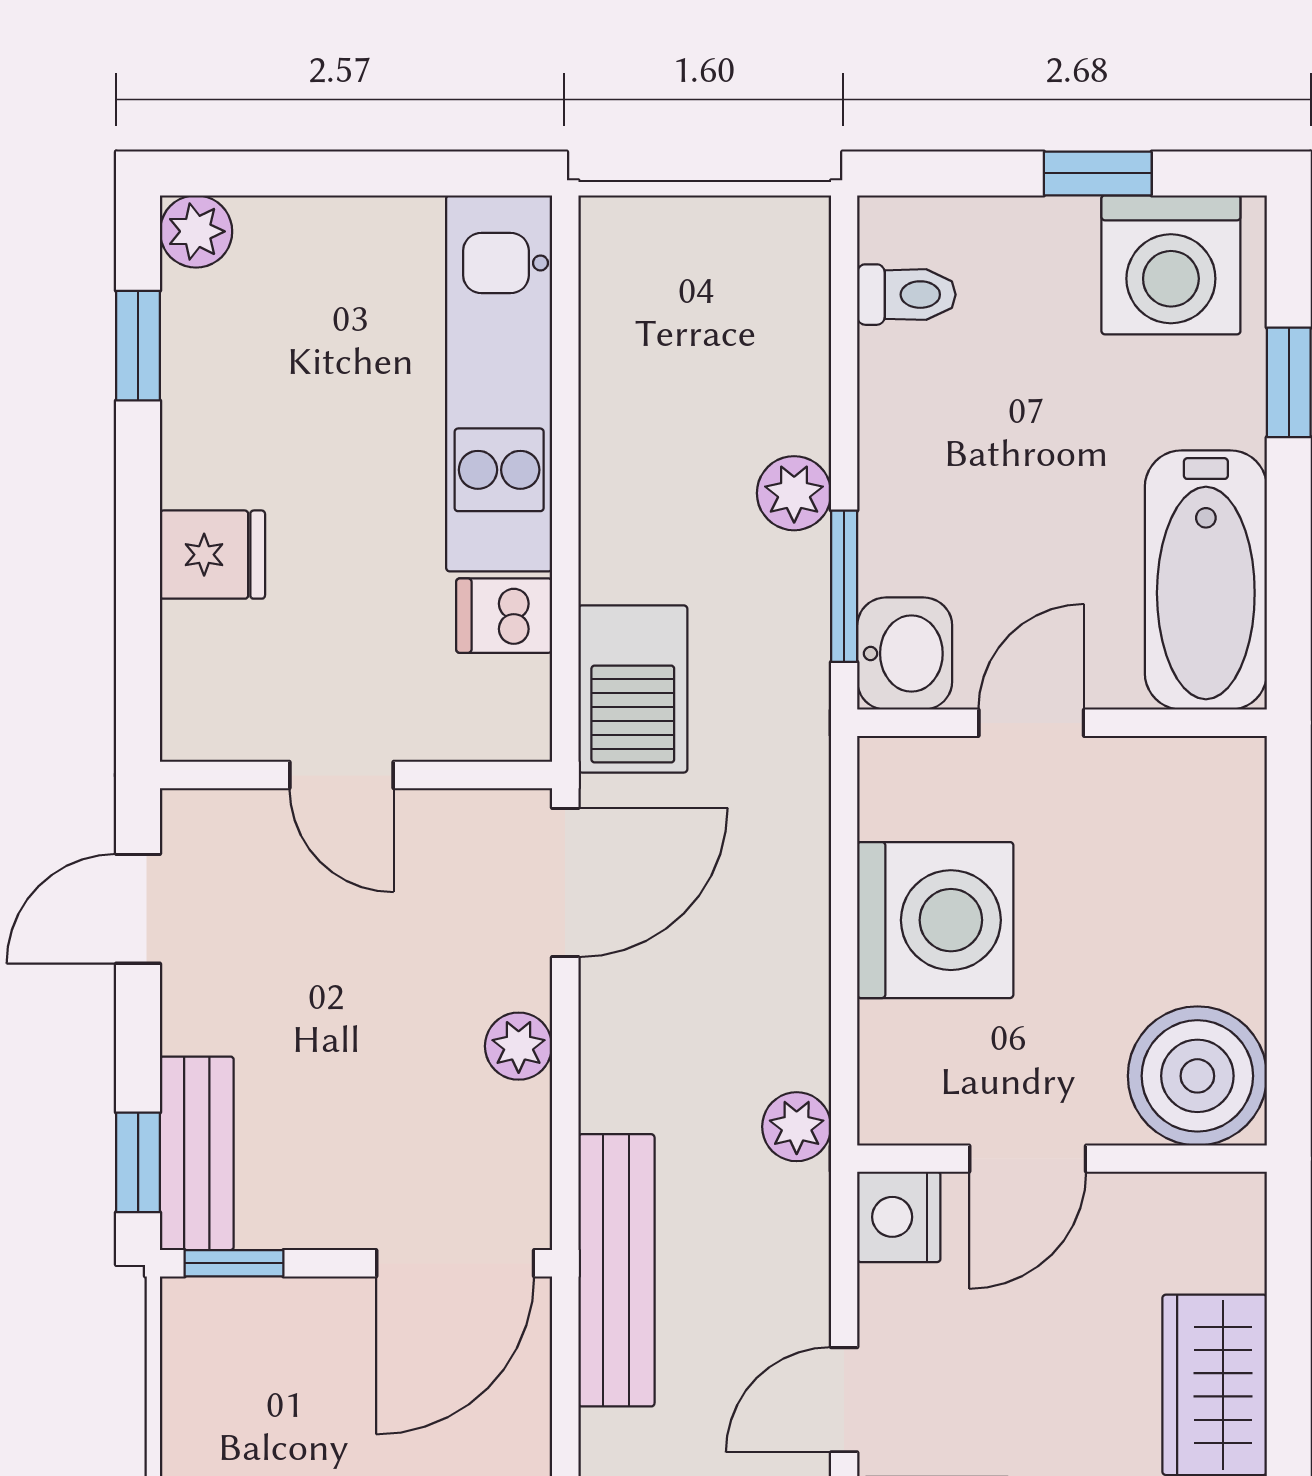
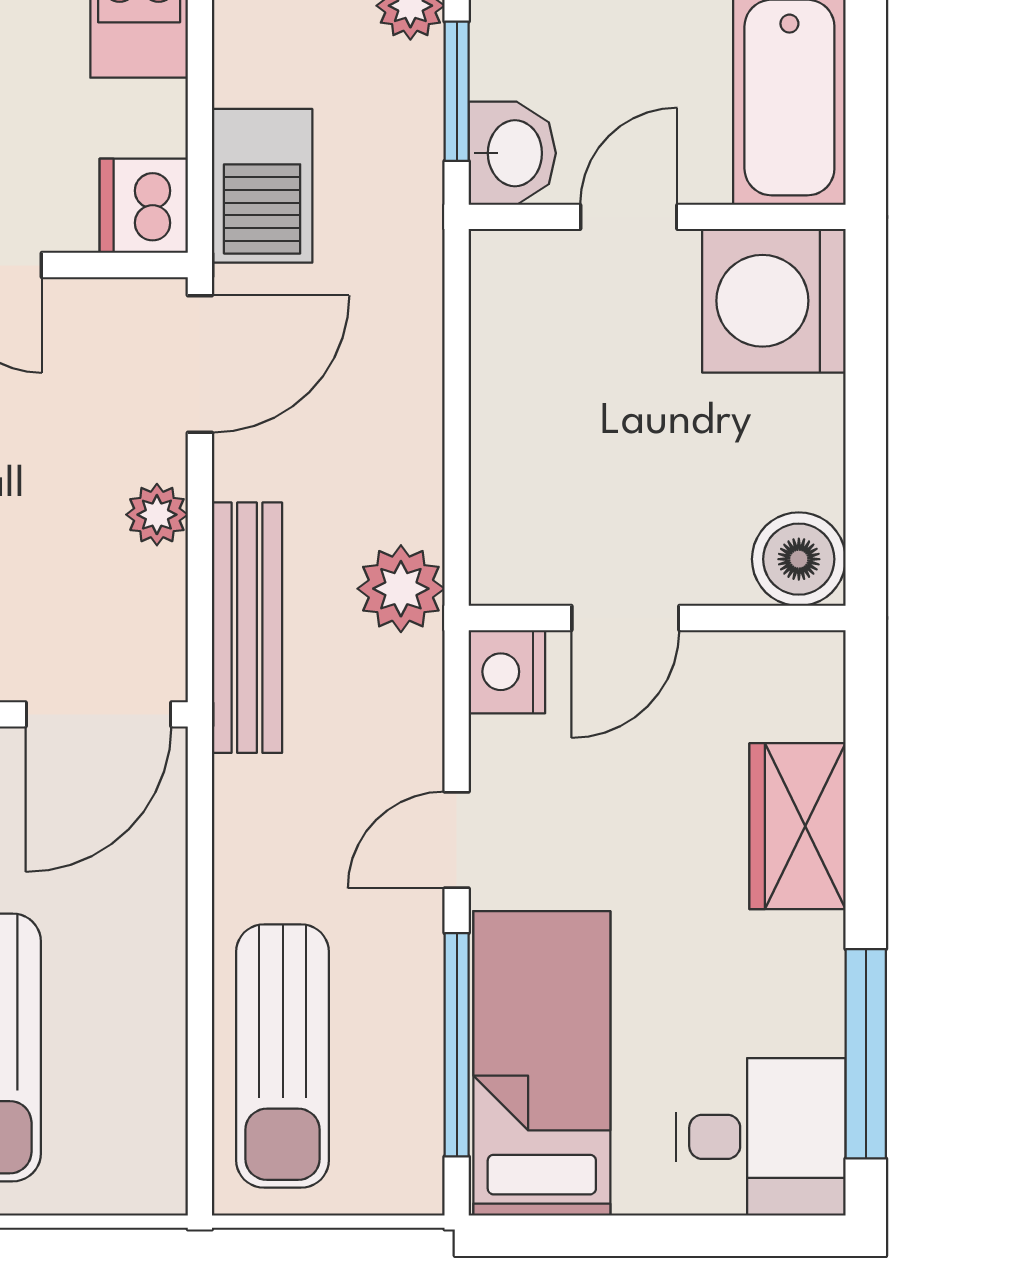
dishwasher: (504, 616) -> (144, 206), moved, width x1.38
washing machine: (935, 920) -> (774, 301), moved, turned 180
boiler: (1197, 1076) -> (799, 559), width x0.73, depth x0.73
plant: (797, 1127) -> (401, 589), width x1.38, depth x1.38
bench: (616, 1270) -> (247, 628), moved

